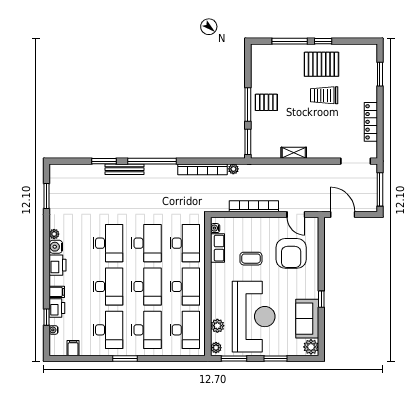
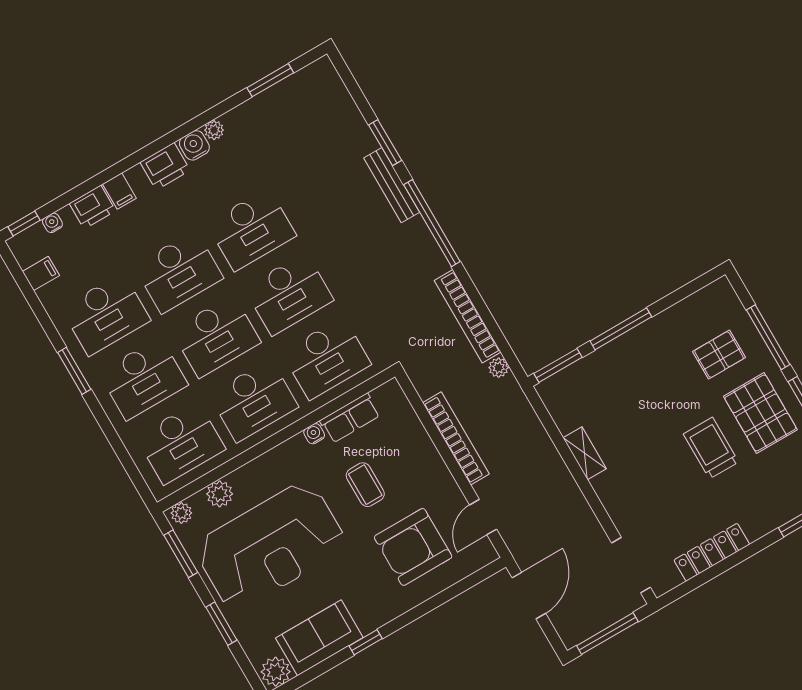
pallet: (266, 102) -> (719, 355), moved, turned 90
water cooler: (215, 228) -> (314, 434), moved
window: (46, 317) -> (24, 224), moved

